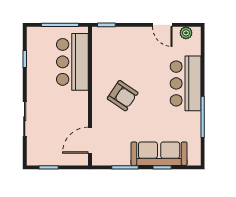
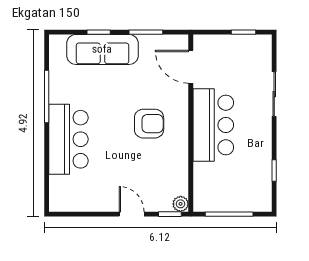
door: (162, 25) -> (132, 214), moved
plant: (186, 33) -> (181, 204), moved
bar counter: (72, 62) -> (213, 125), moved
armchair: (123, 96) -> (149, 124), turned 146
door: (90, 140) -> (191, 67), swing flipped

